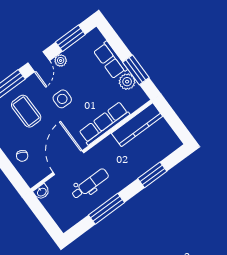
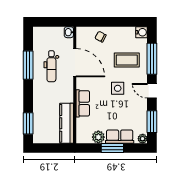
plant: (61, 60) -> (143, 139), moved
window: (136, 70) -> (112, 148), moved
row of seats: (104, 123) -> (83, 103), width x0.68
window: (152, 175) -> (28, 123), moved

